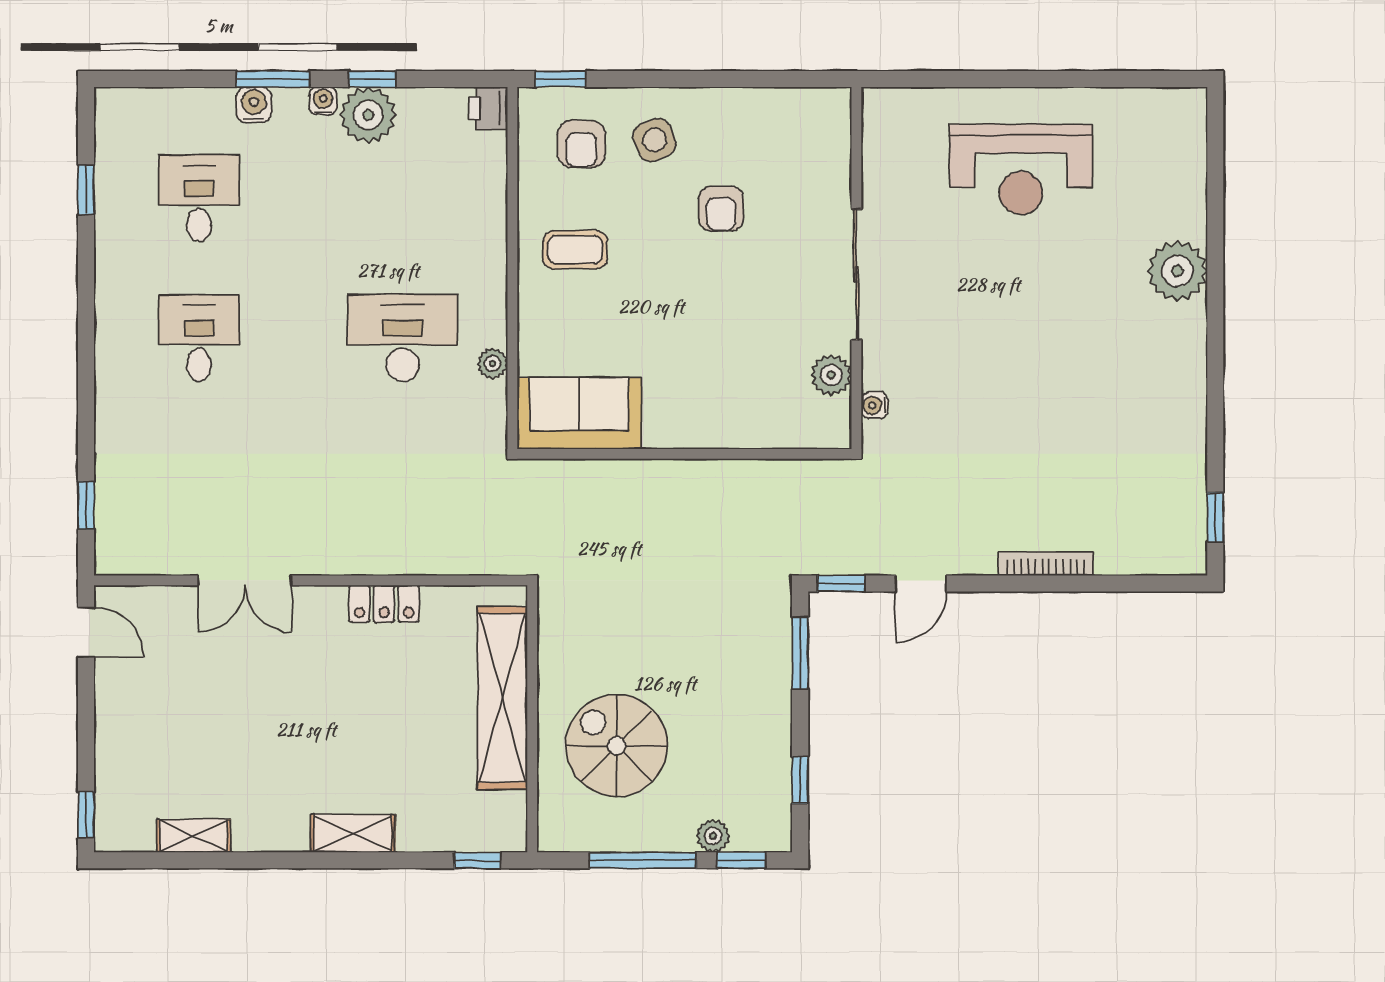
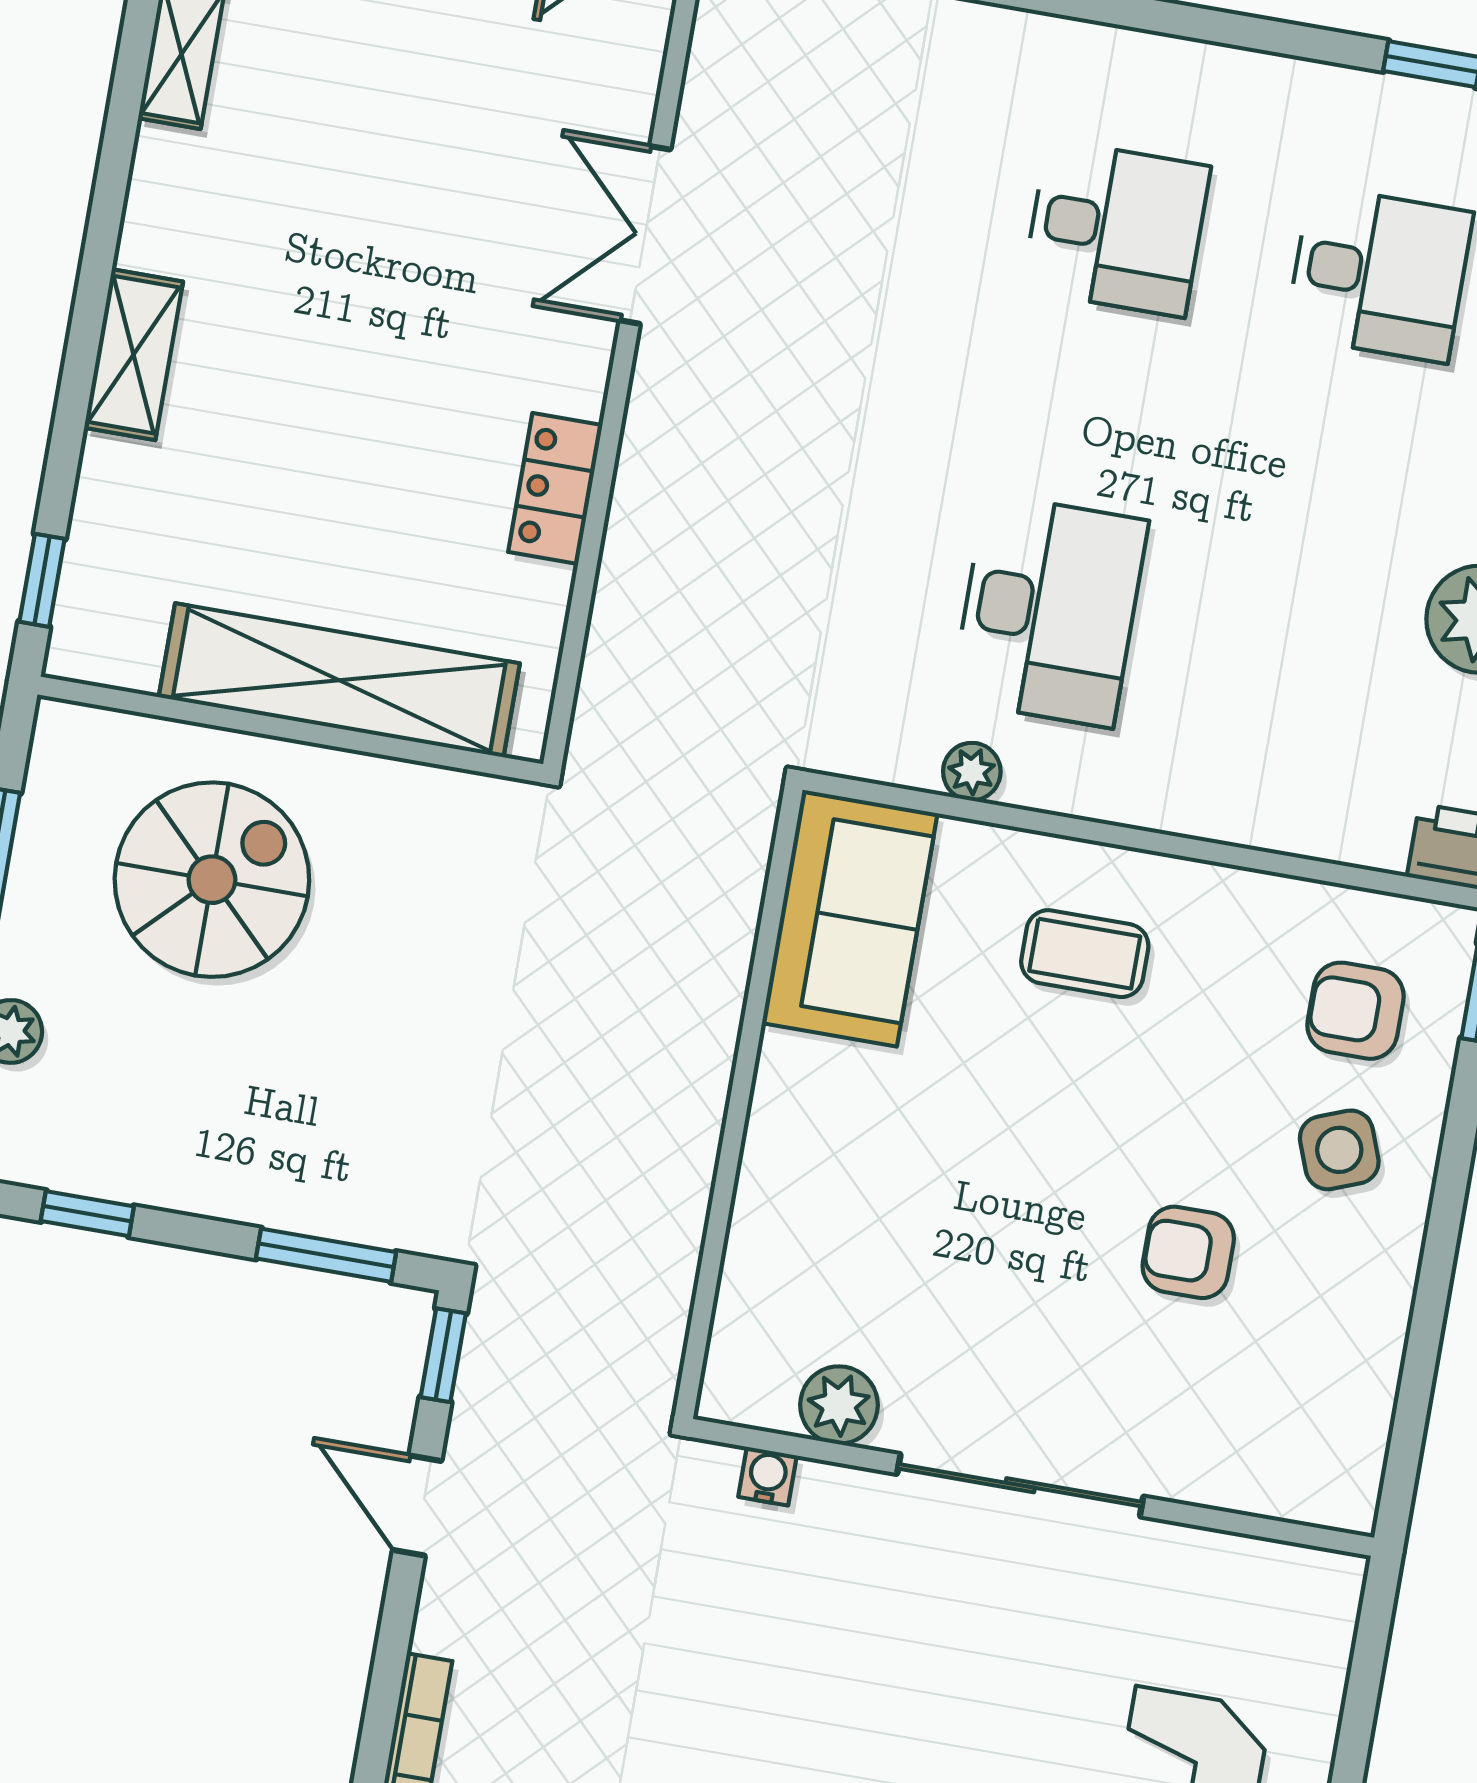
coffee table: (575, 250) -> (1085, 954), moved, turned 90

